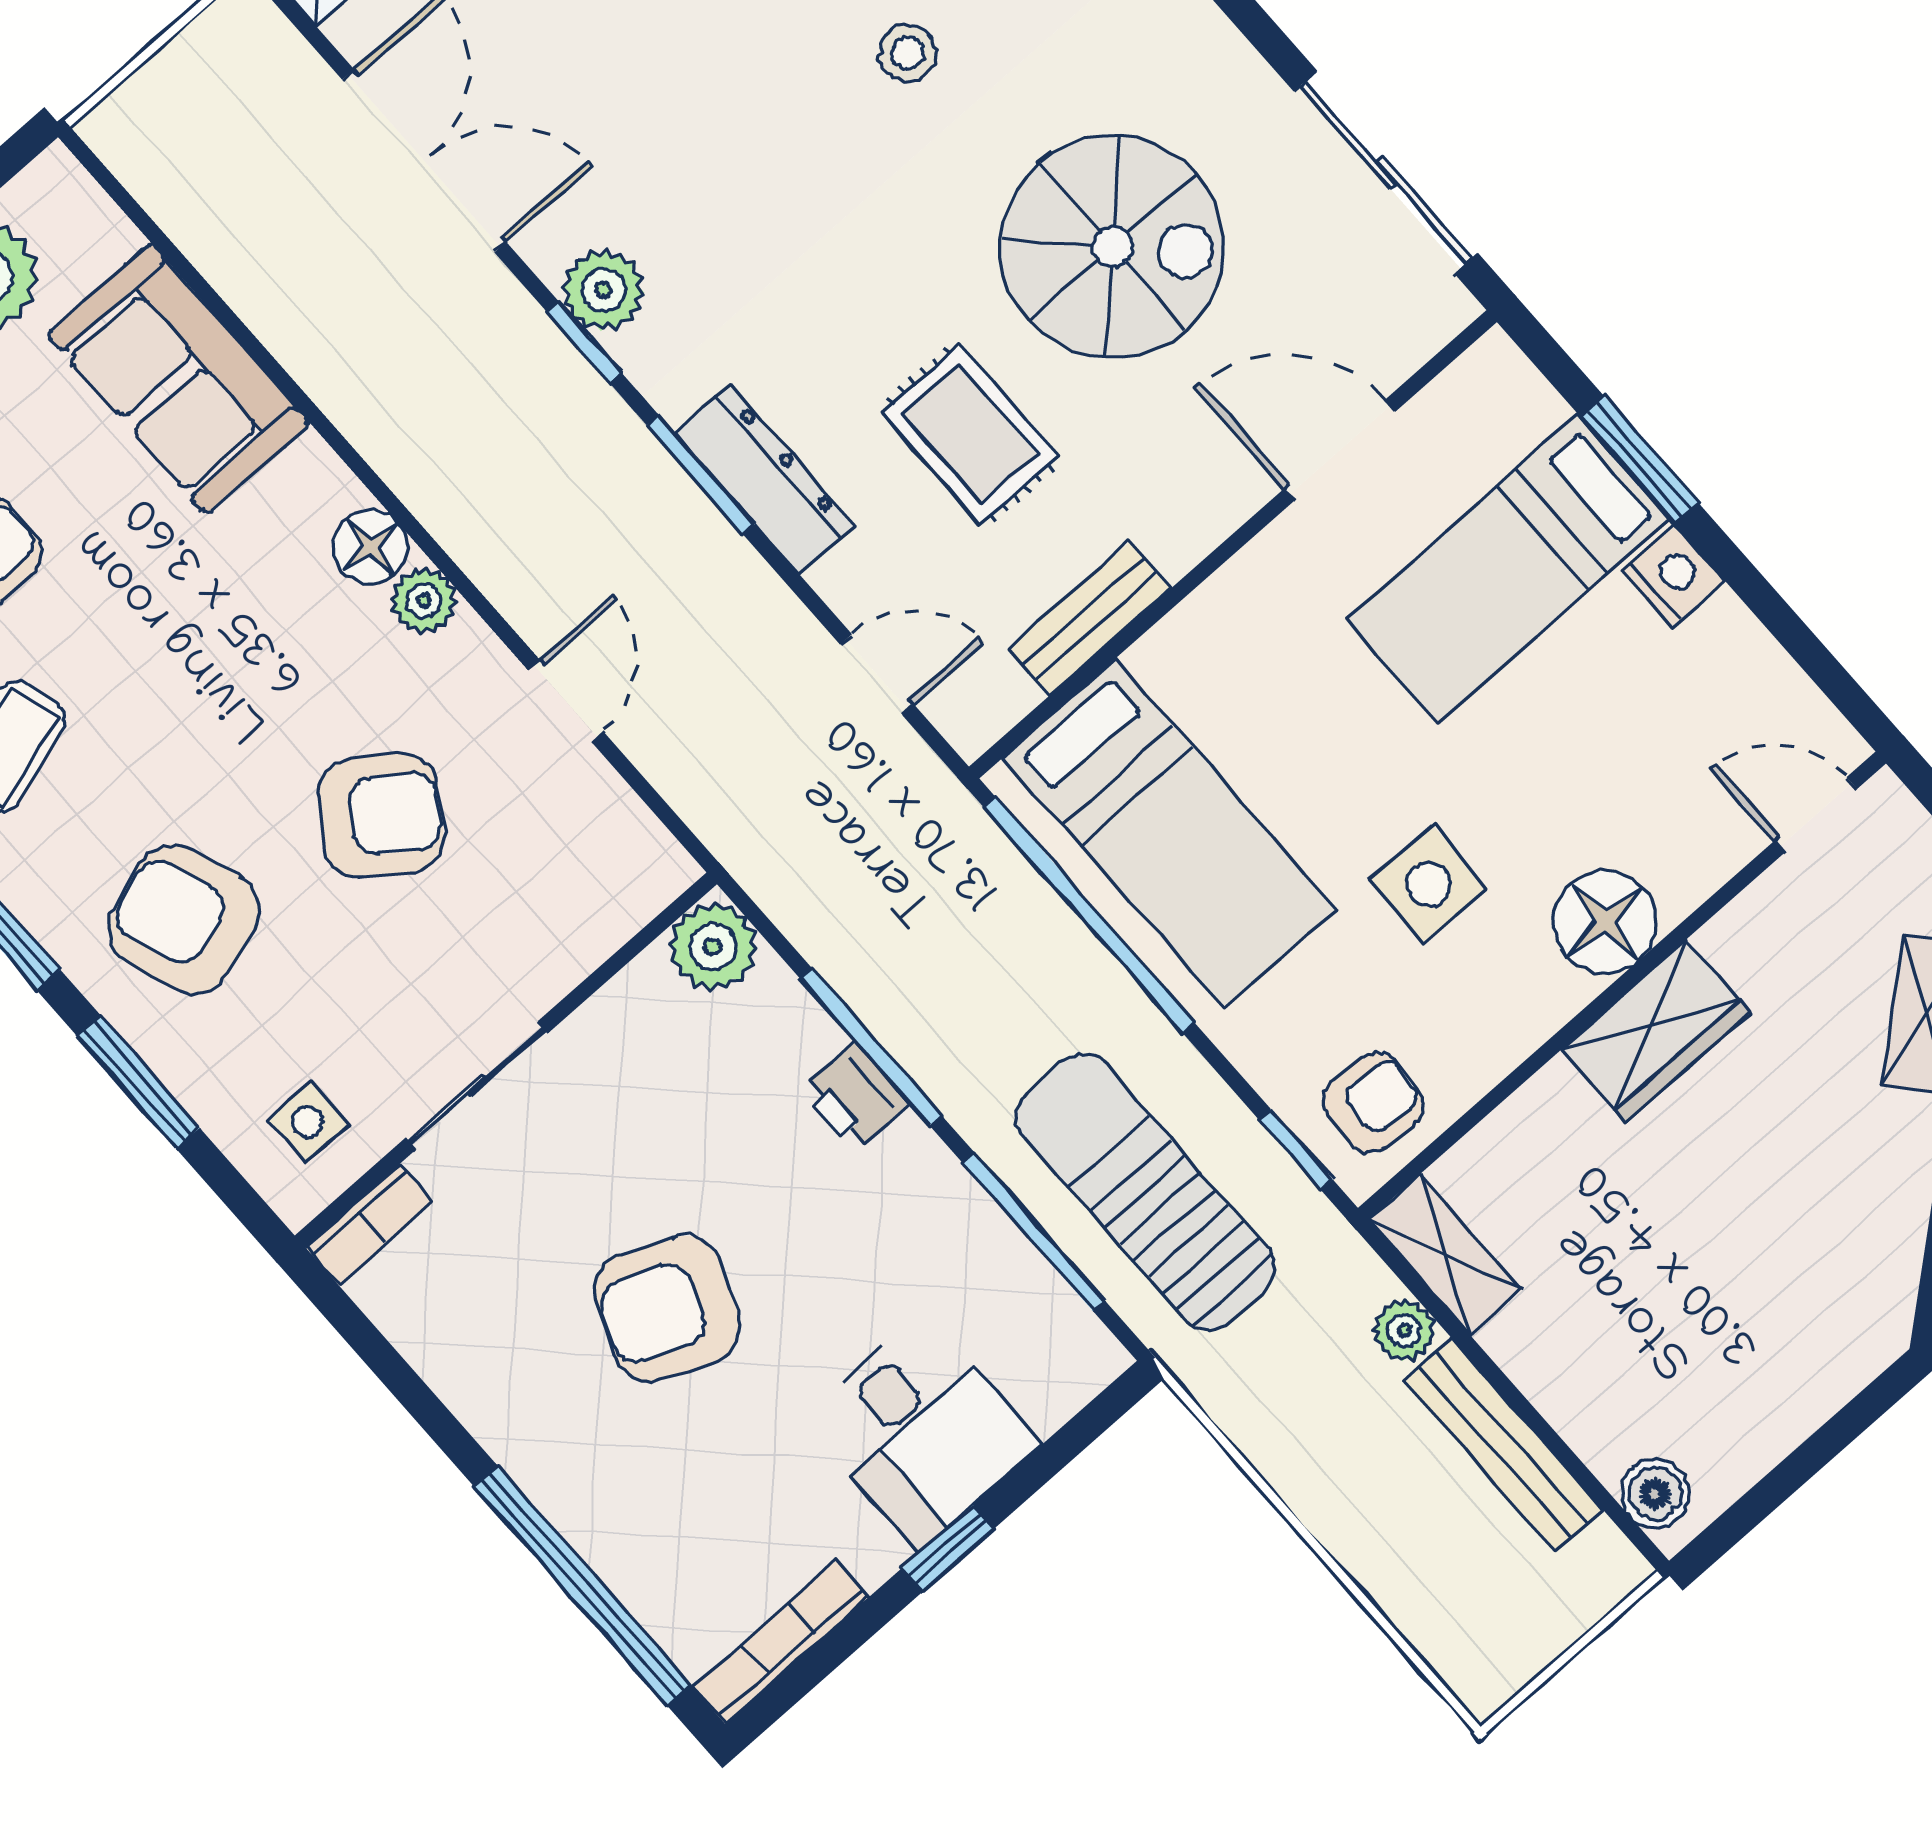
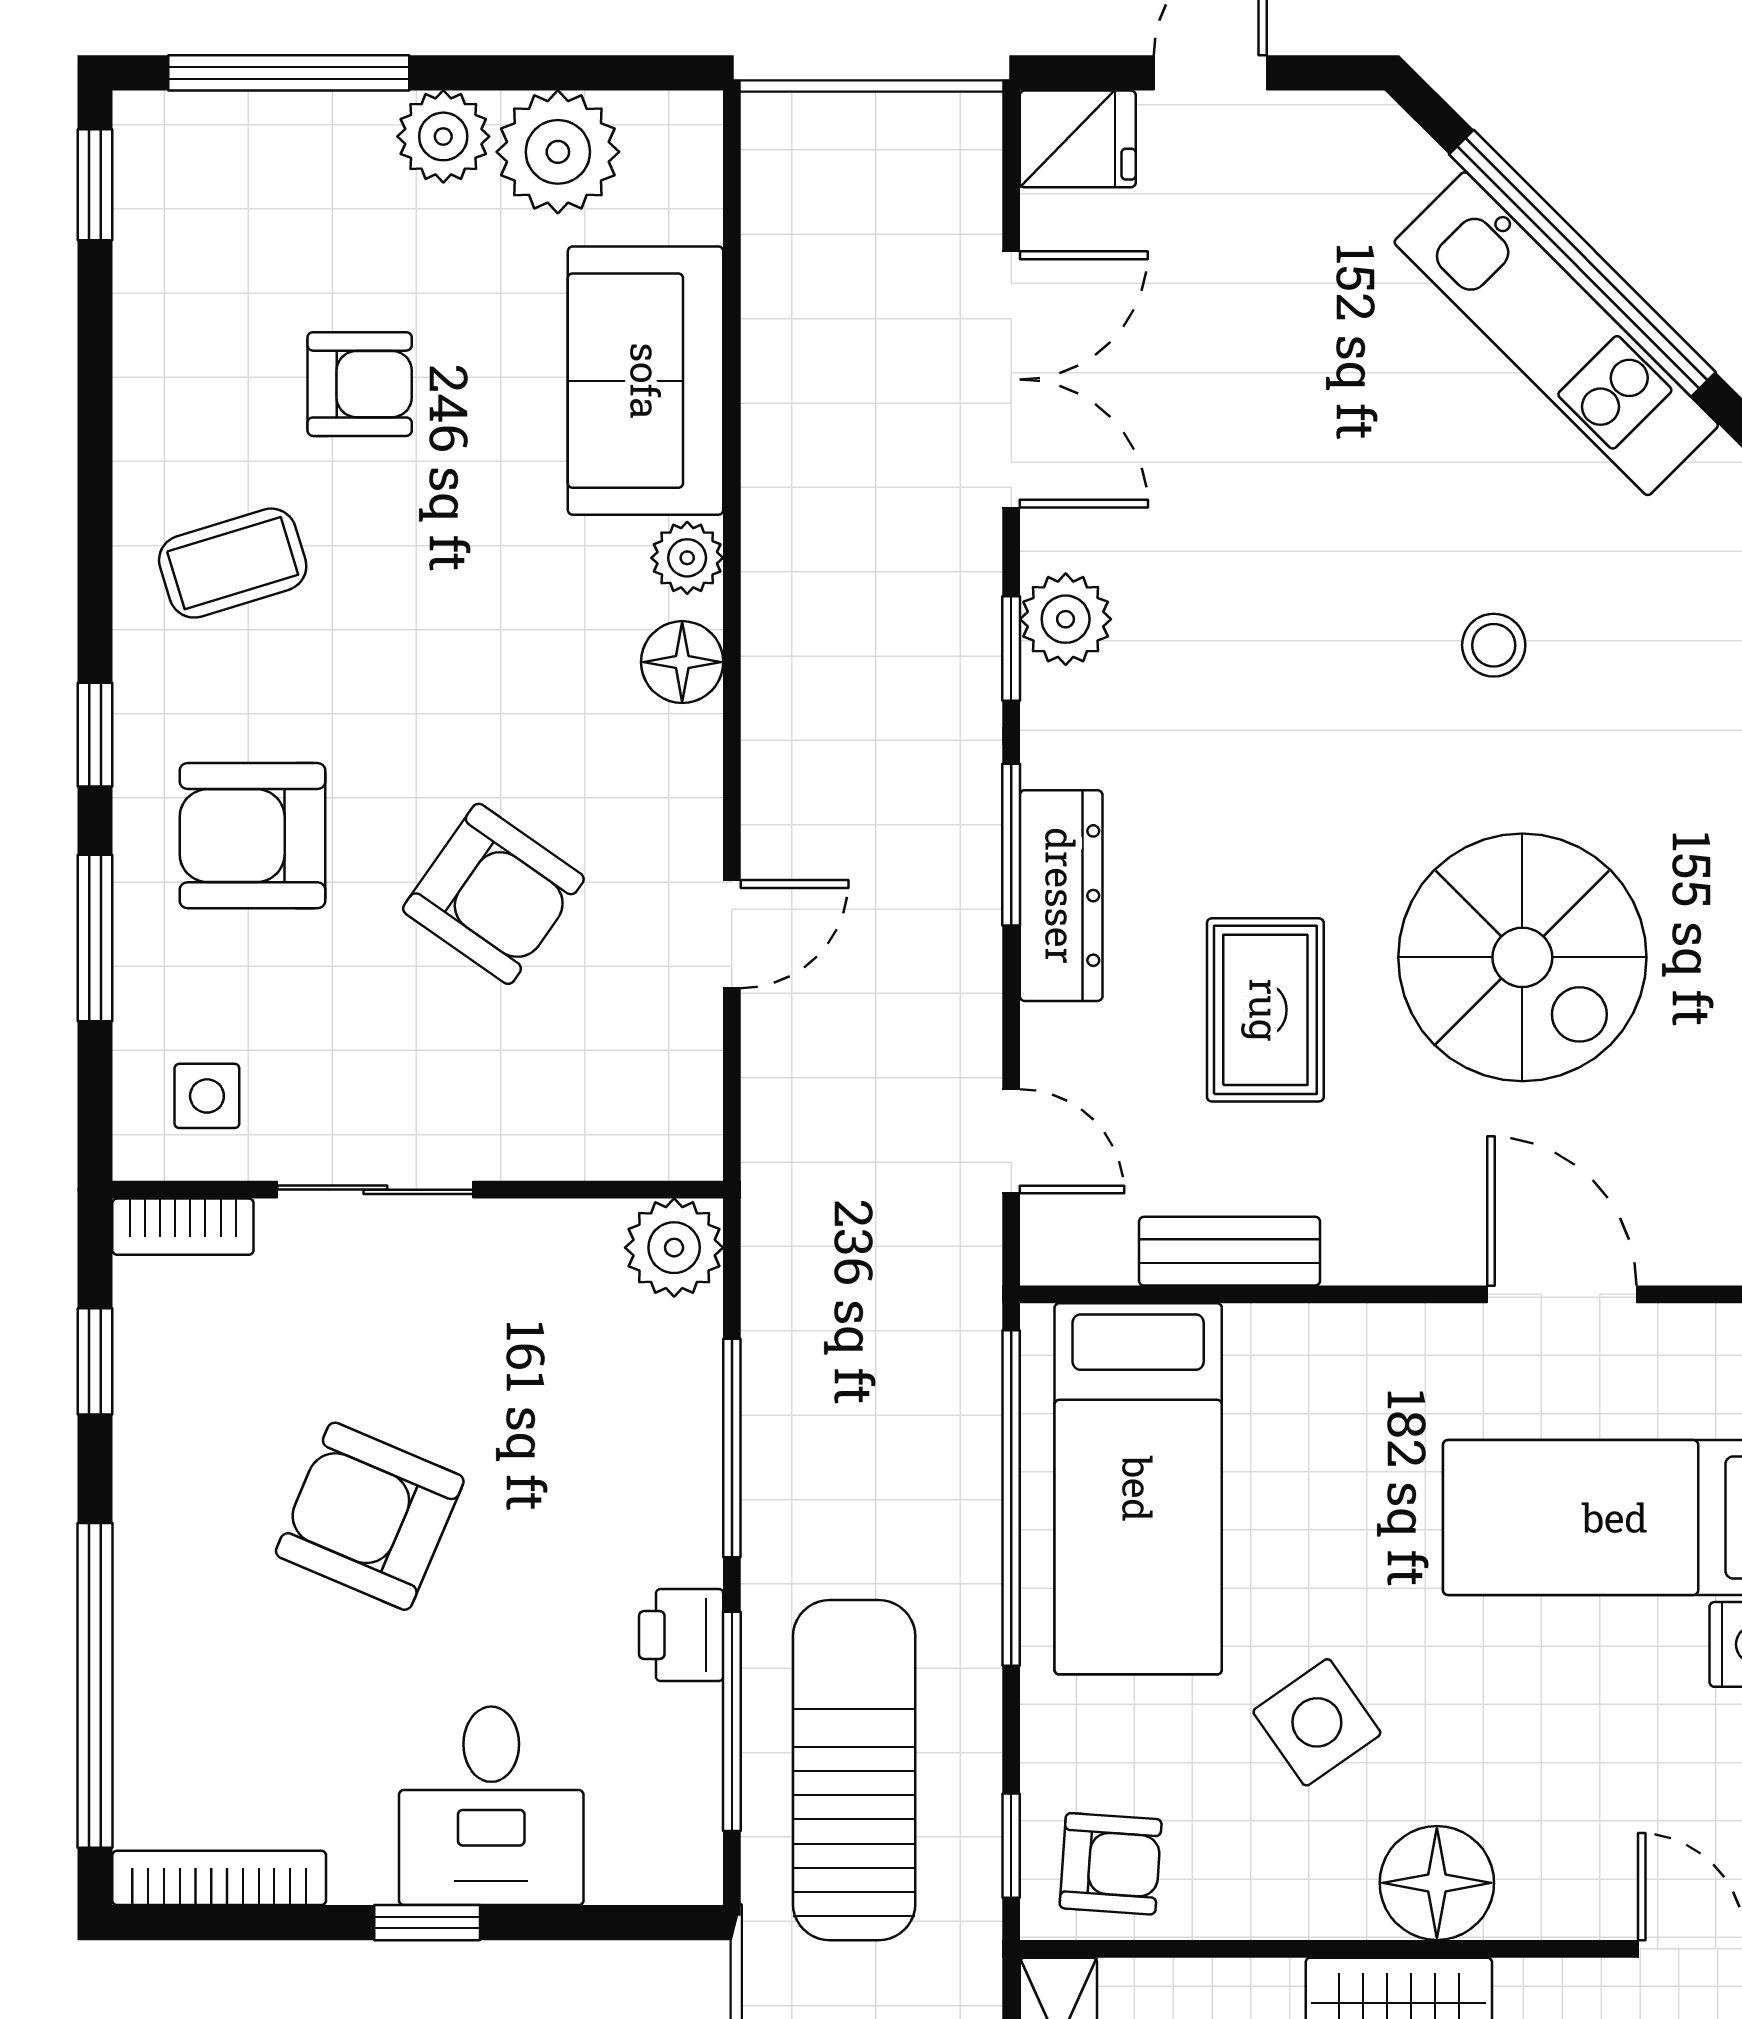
plant: (424, 601) -> (687, 558), moved
side table: (1429, 885) -> (1317, 1722), turned -35
armchair: (184, 919) -> (253, 836), turned -71
printer: (854, 1097) -> (681, 1635), moved
window: (390, 1368) -> (95, 1361), added

